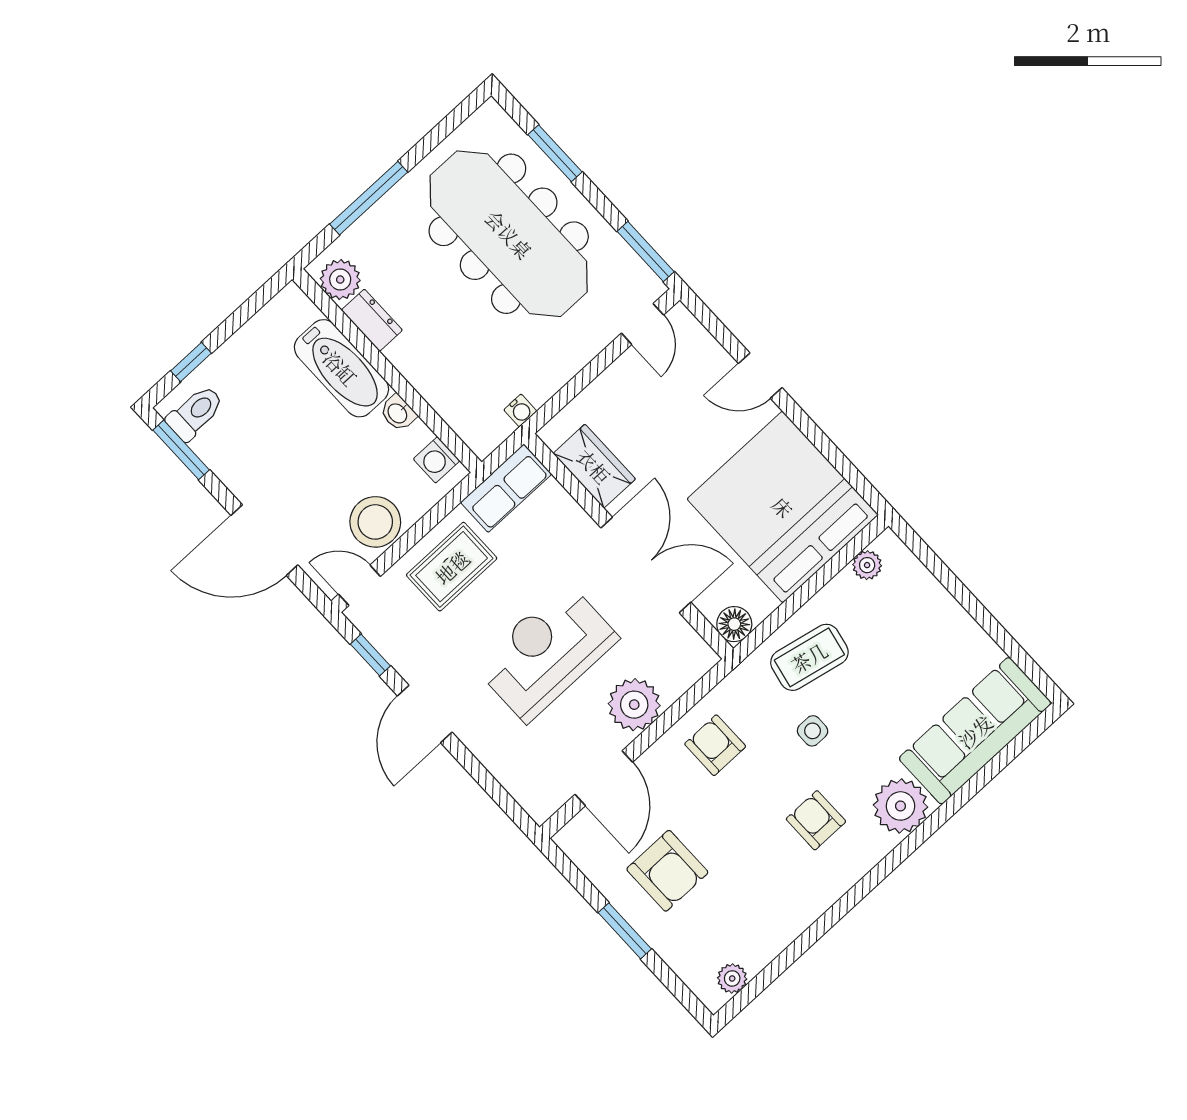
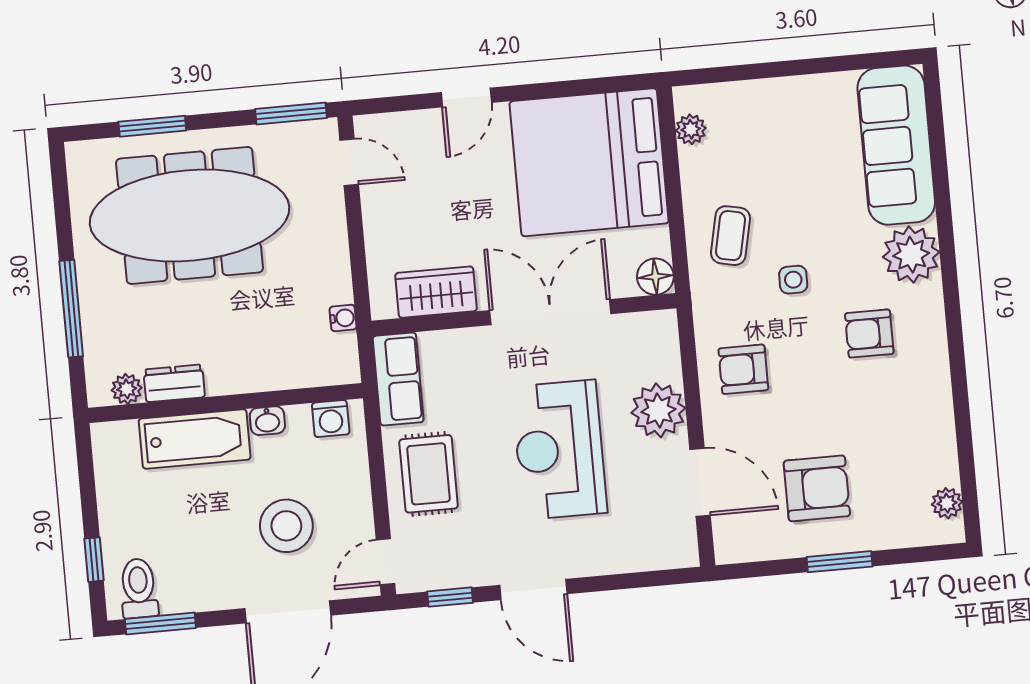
plant: (340, 280) -> (127, 389), width x0.73, depth x0.73
stool: (375, 522) -> (286, 526), moved
coffee table: (809, 657) -> (730, 236), width x0.73, depth x0.77

